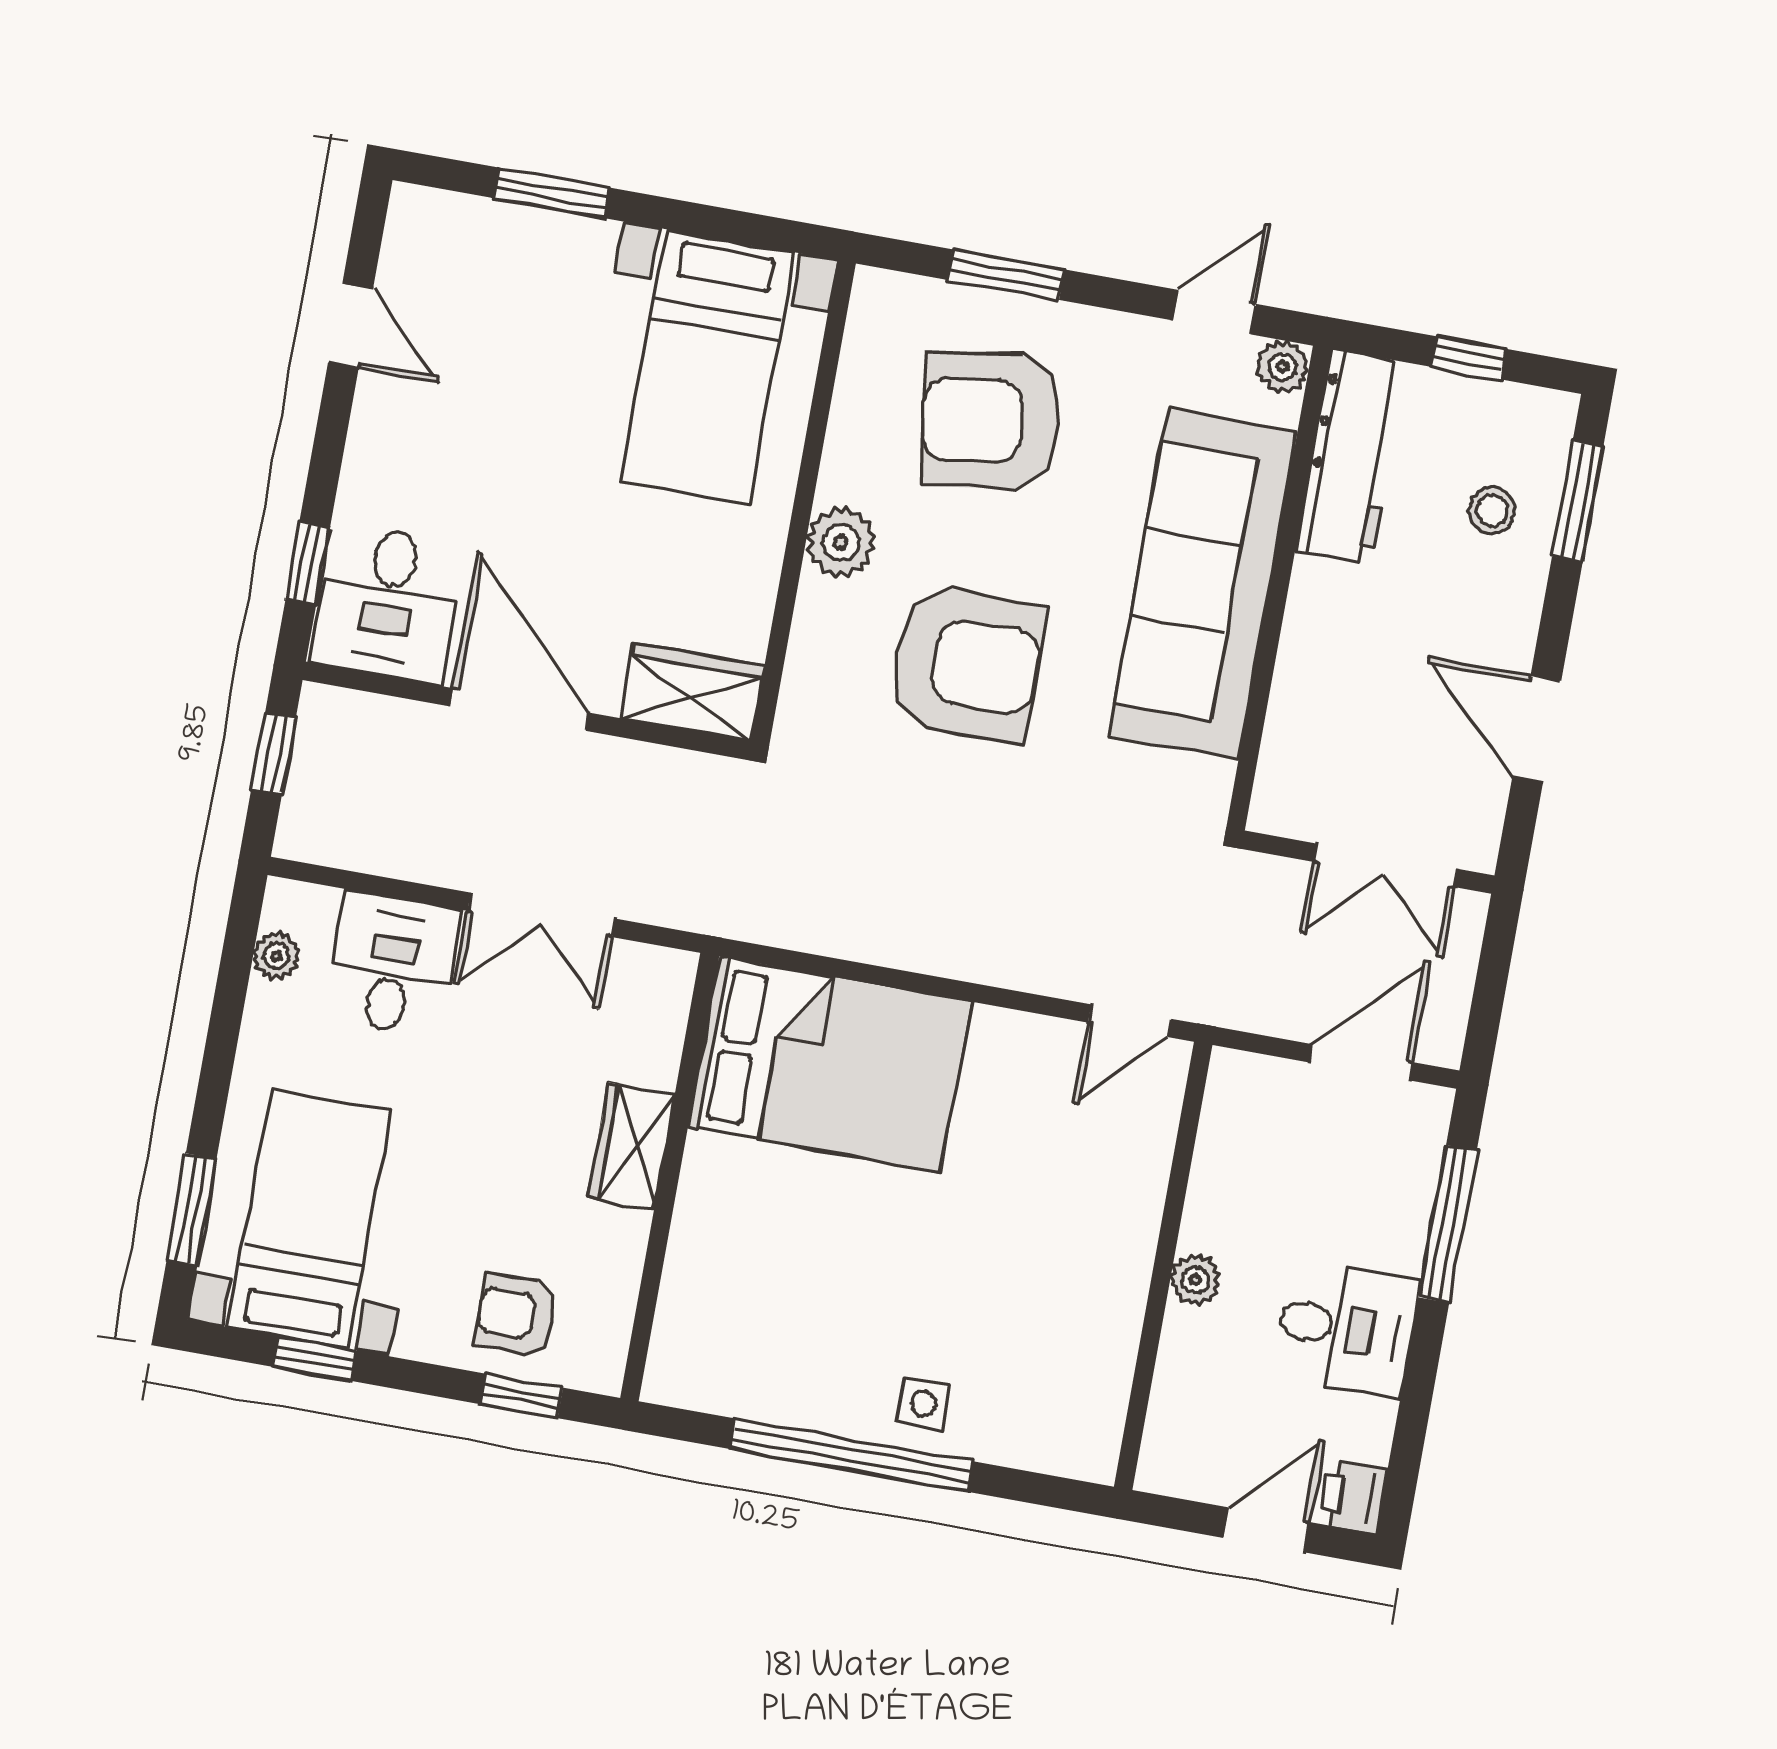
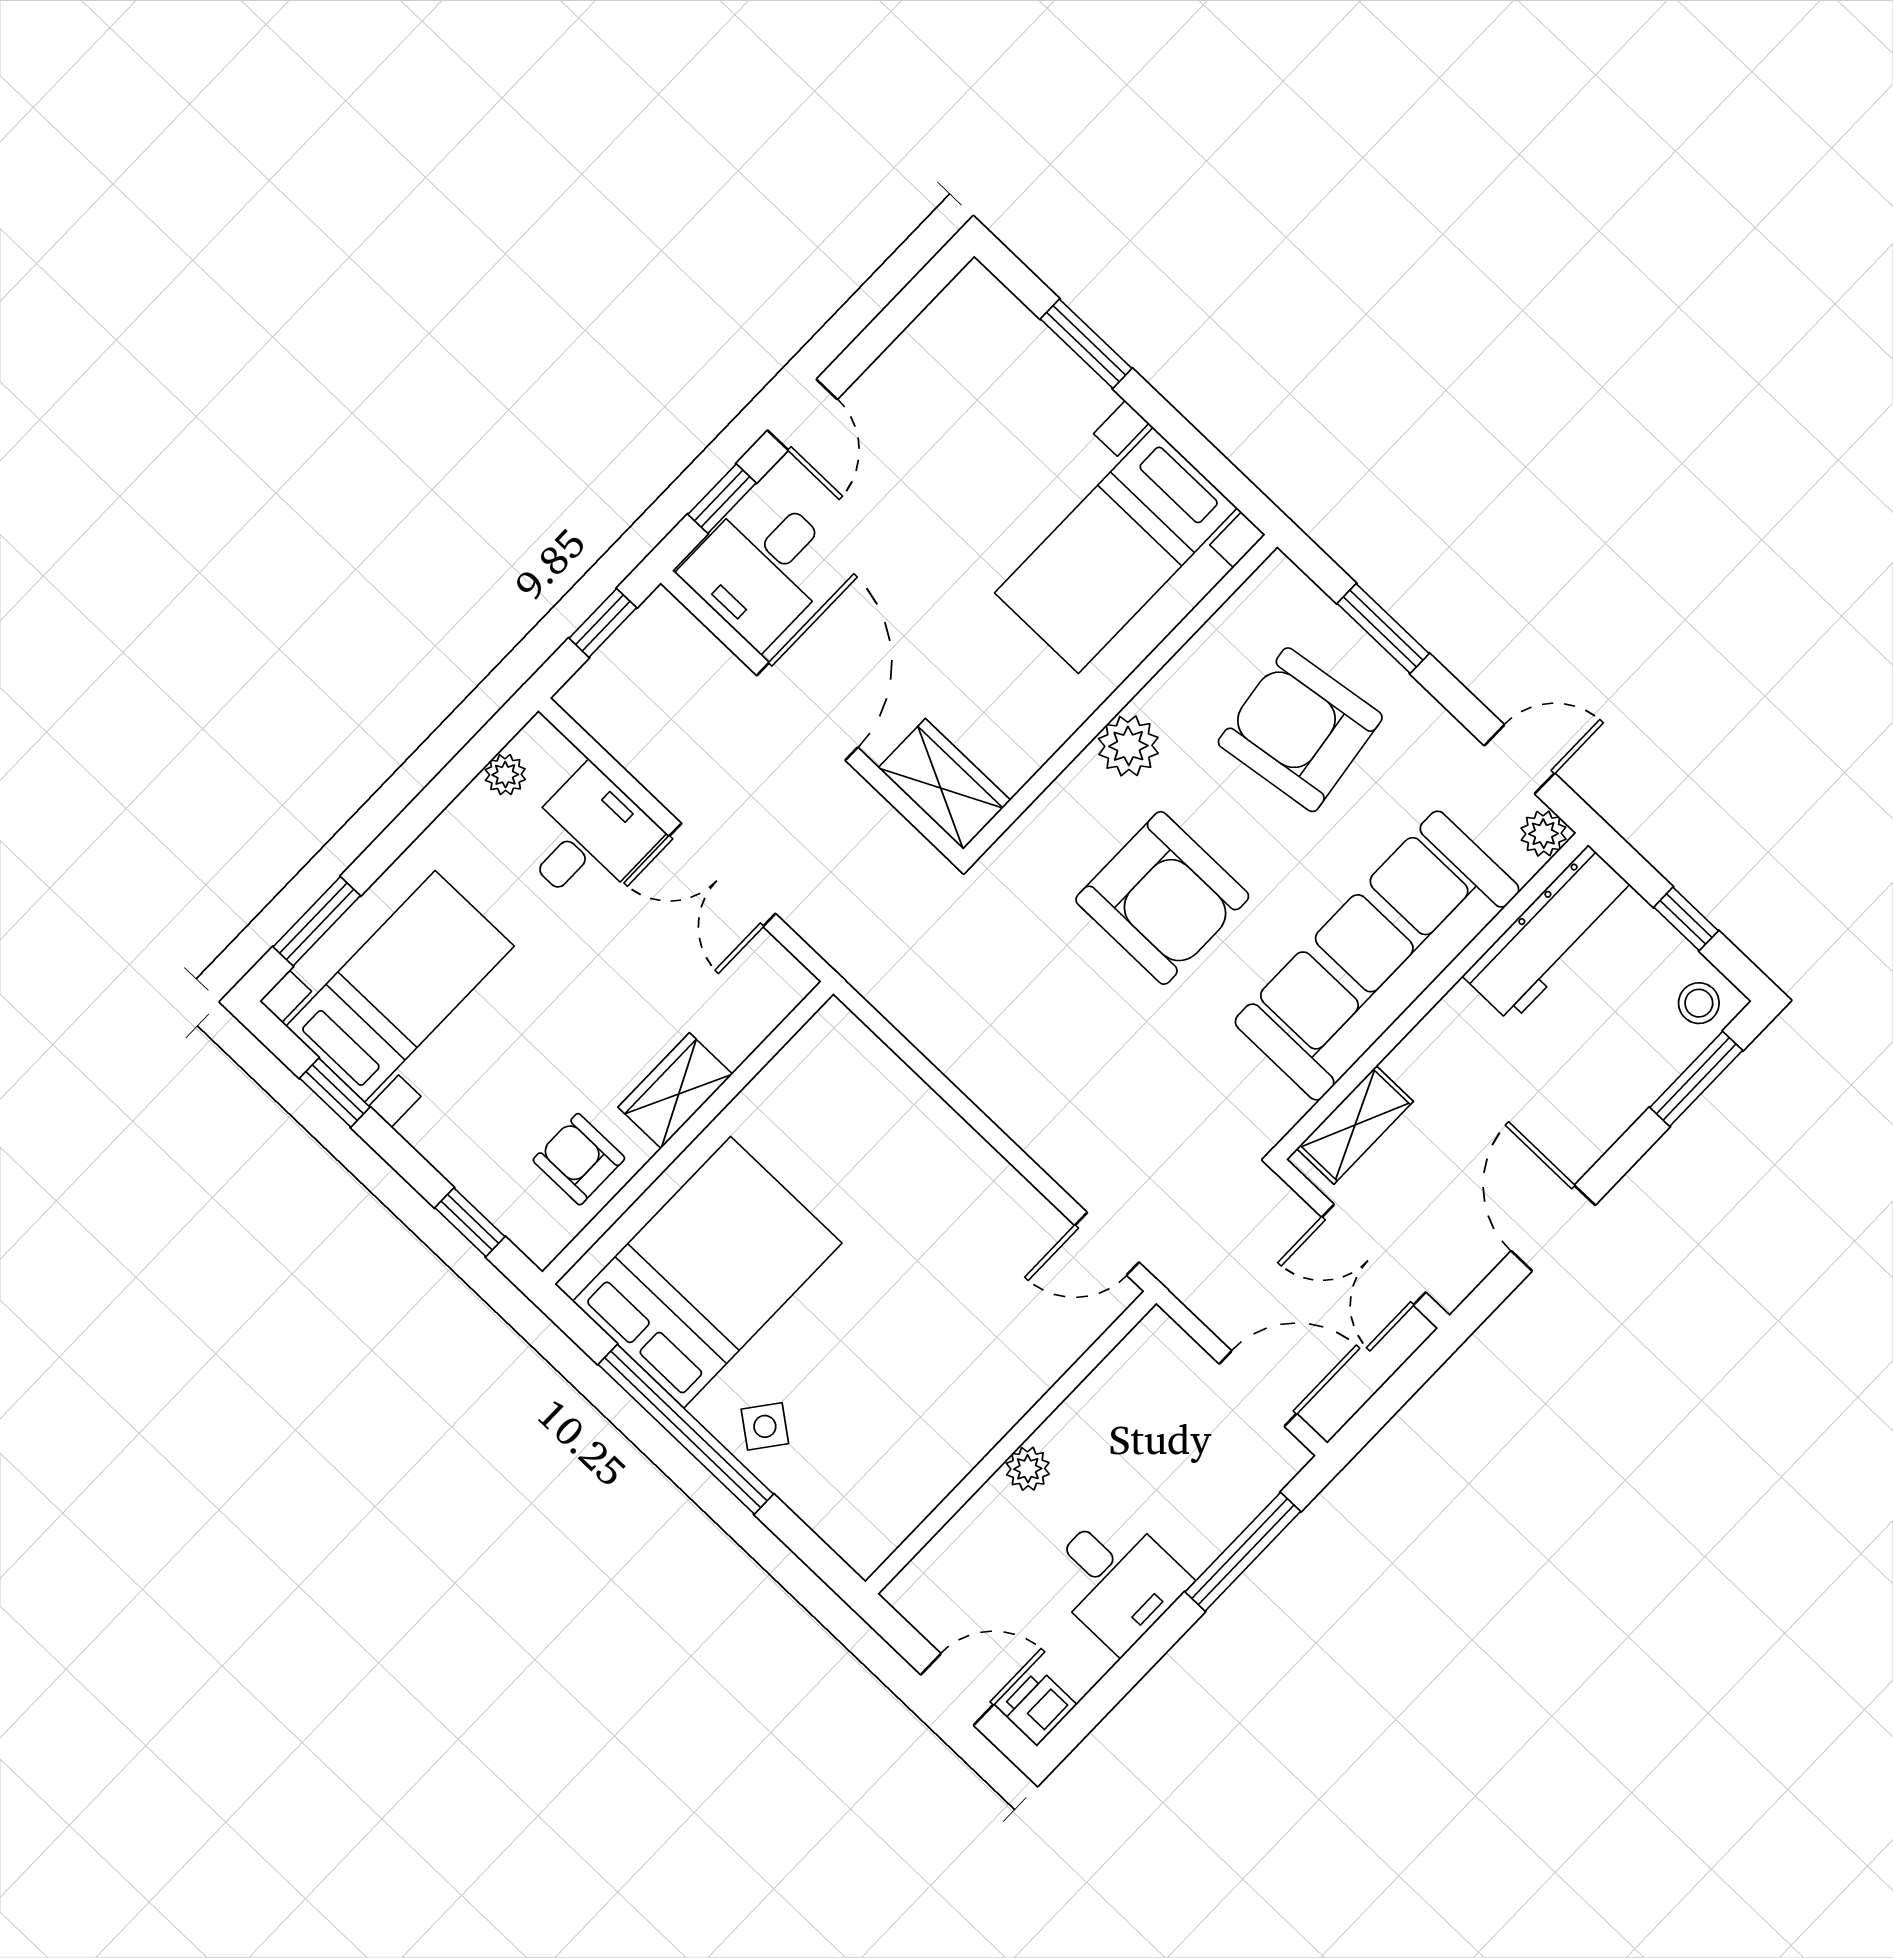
door: (351, 326) -> (802, 415), moved
stool: (1492, 511) -> (1699, 1003), moved
shelving: (1288, 756) -> (1355, 1125), added
bed: (829, 1064) -> (707, 1272), moved, turned -90
armchair: (517, 1315) -> (579, 1159), moved
side table: (923, 1403) -> (765, 1426), turned 37

